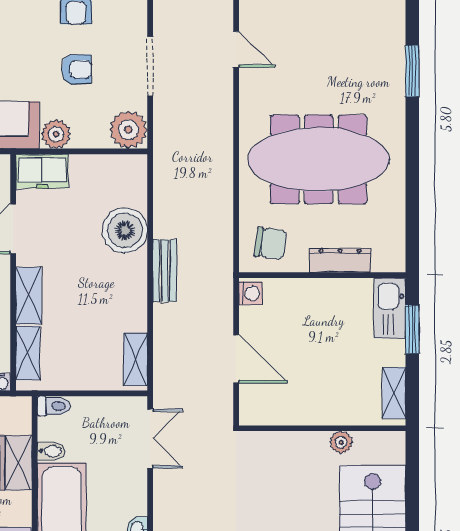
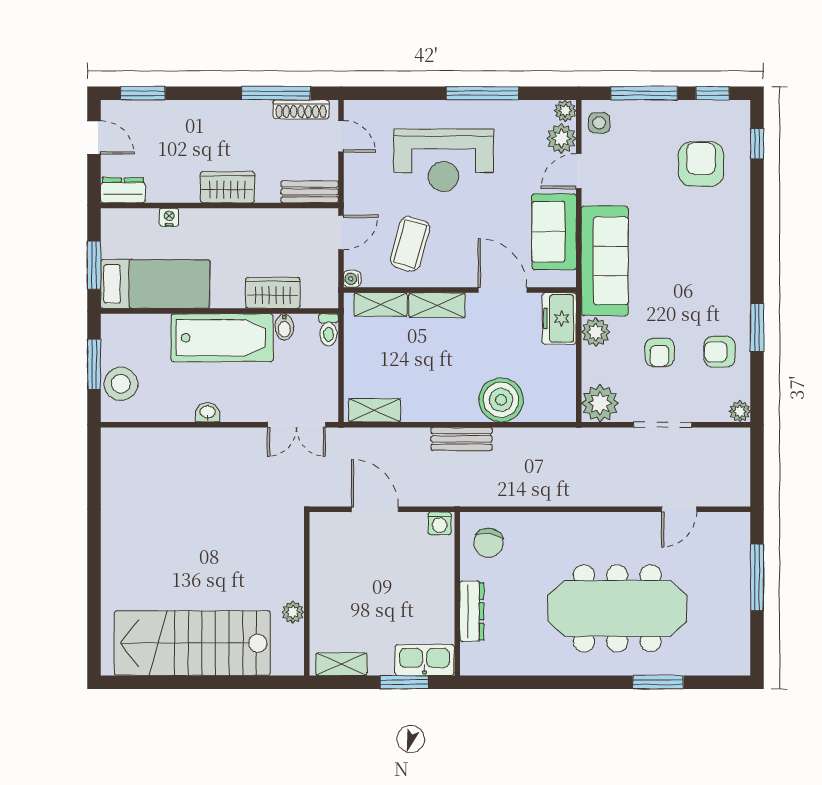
meeting table: (319, 159) -> (617, 608), moved, turned 90
door: (236, 359) -> (375, 509), swing flipped

